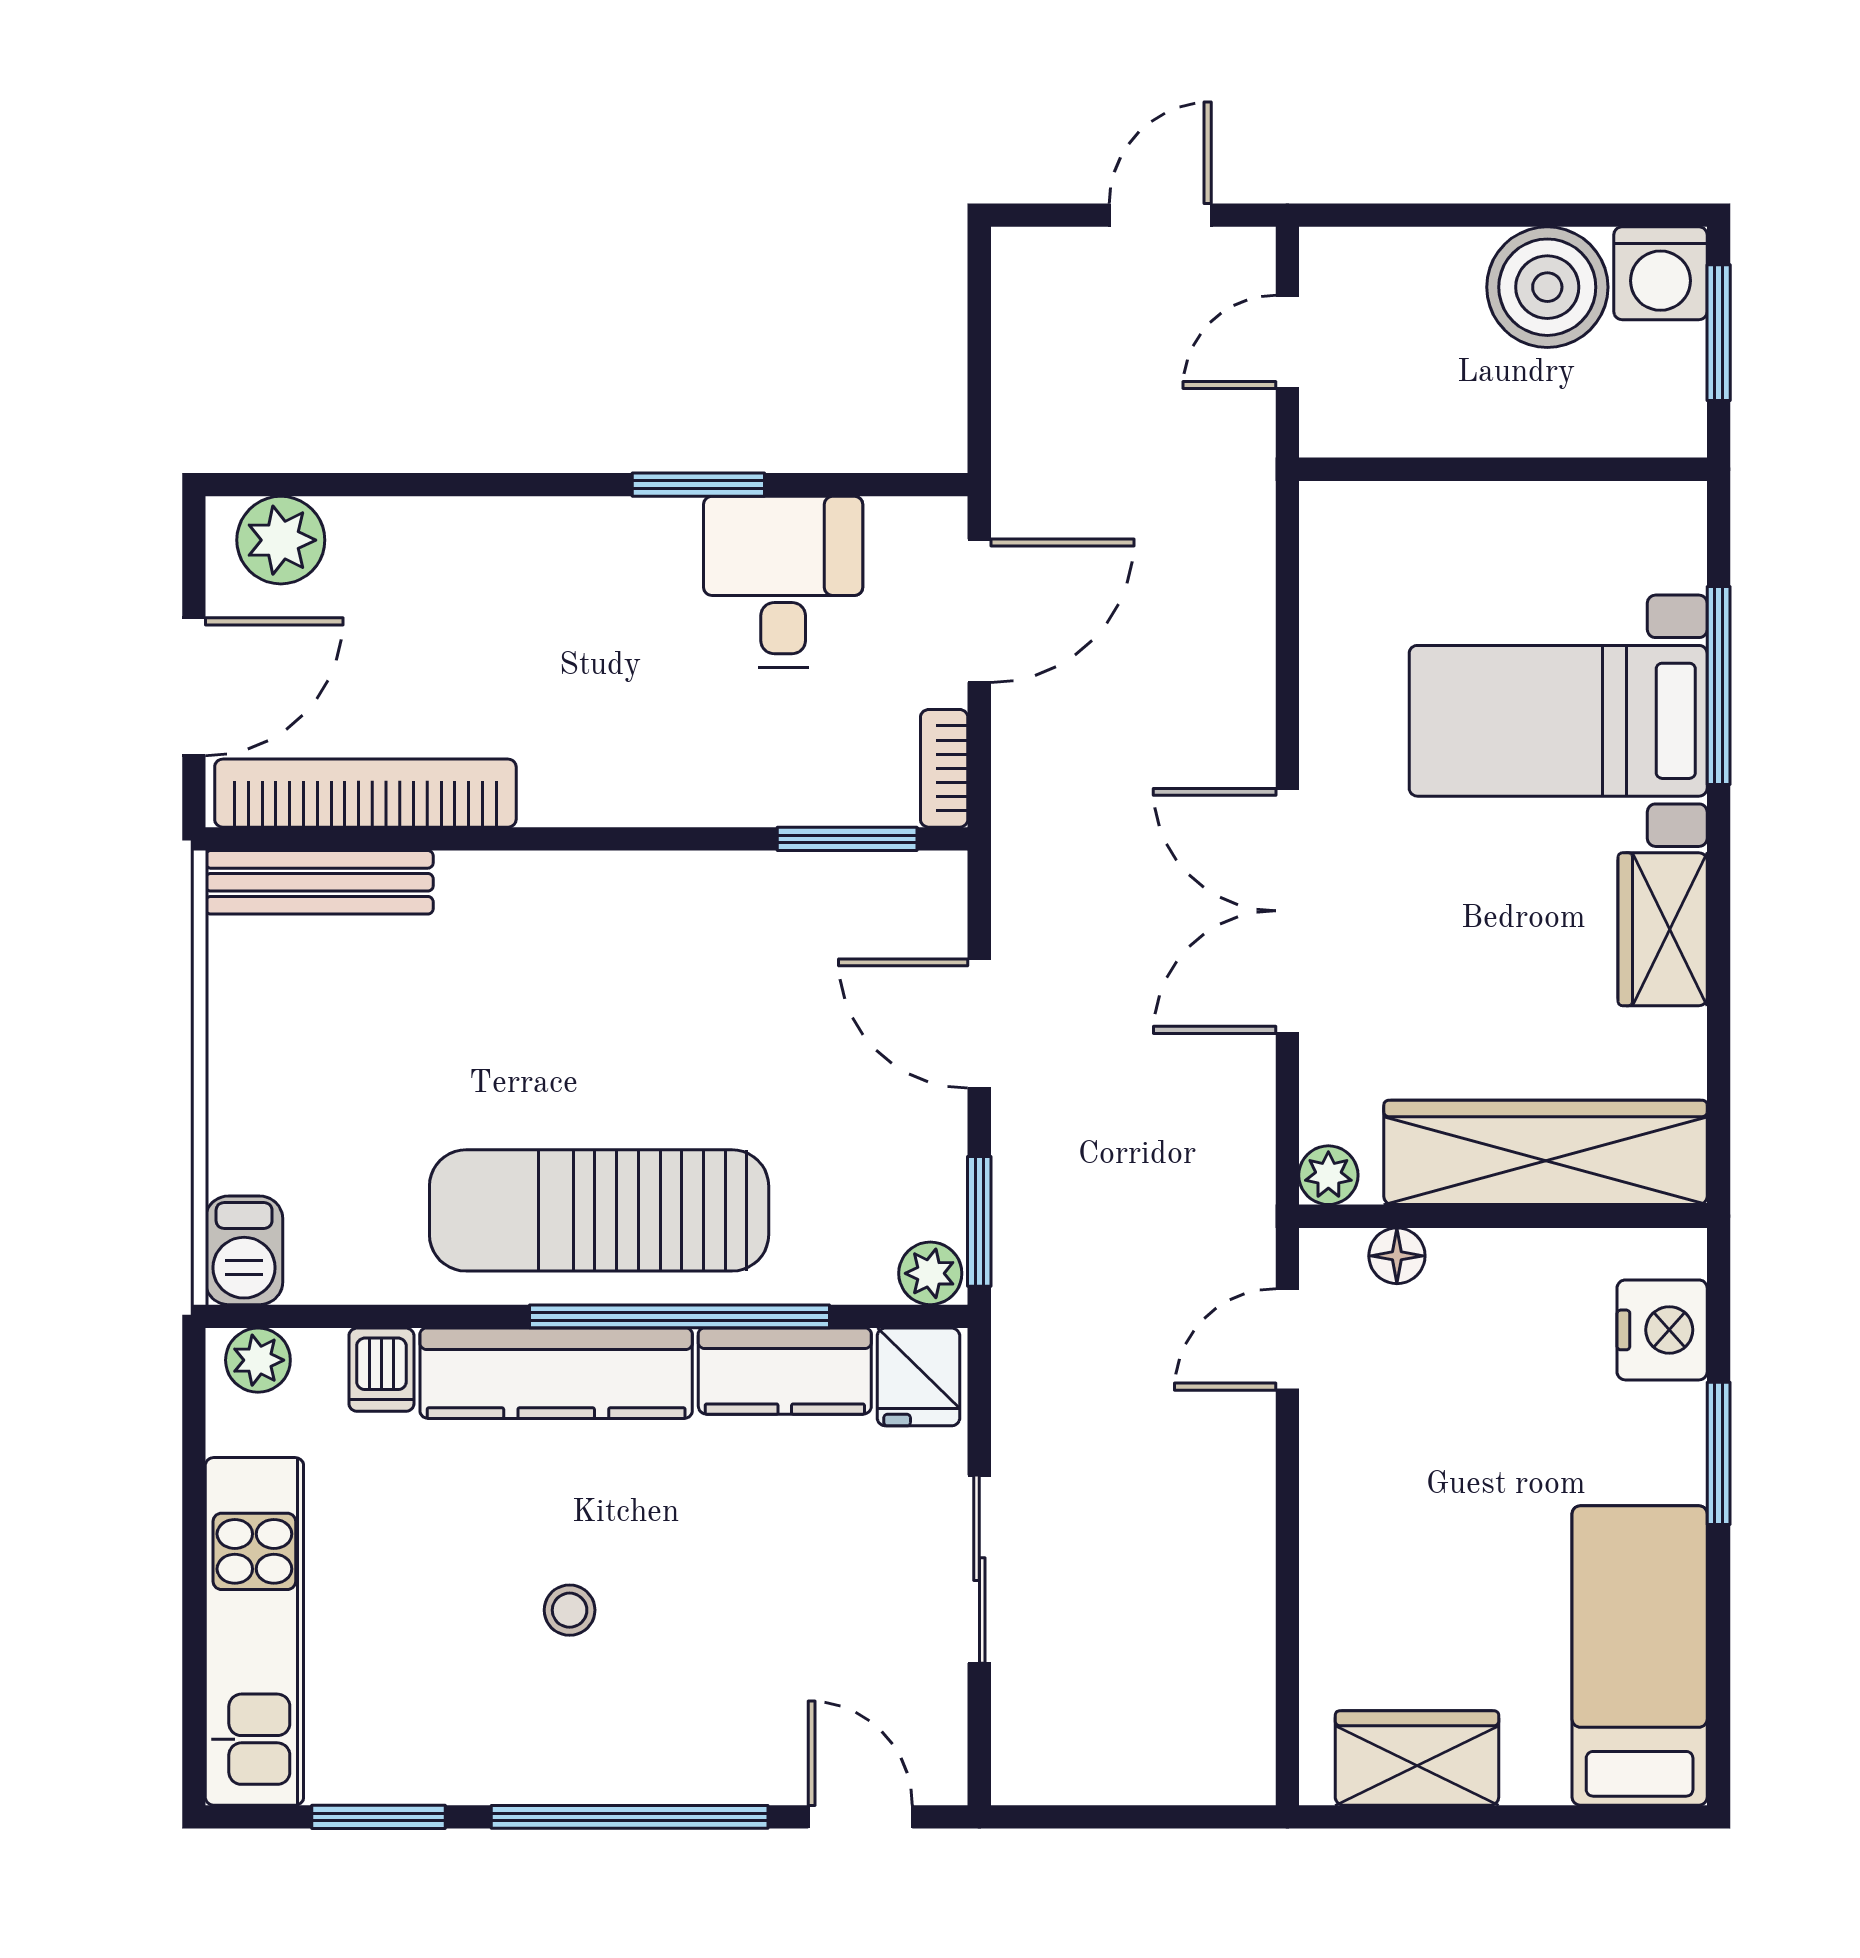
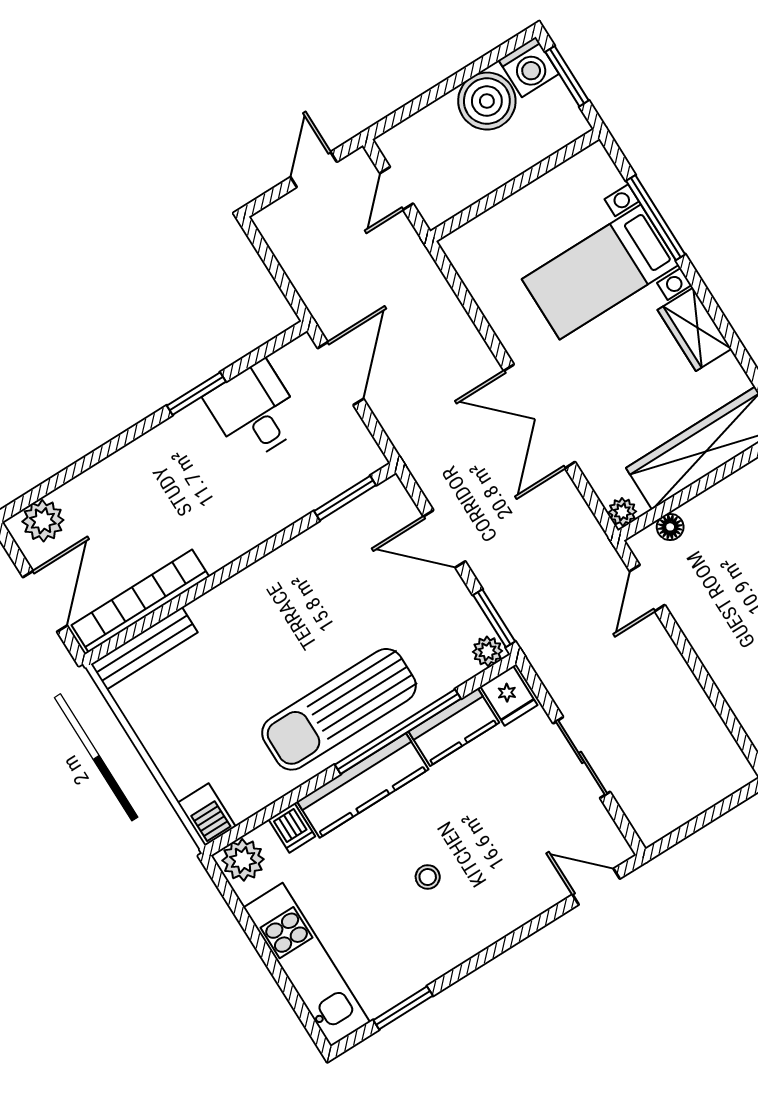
bookcase: (944, 768) -> (366, 445), removed
plant: (258, 1360) -> (243, 860), width x1.38, depth x1.38
window: (630, 1817) -> (504, 945), removed

